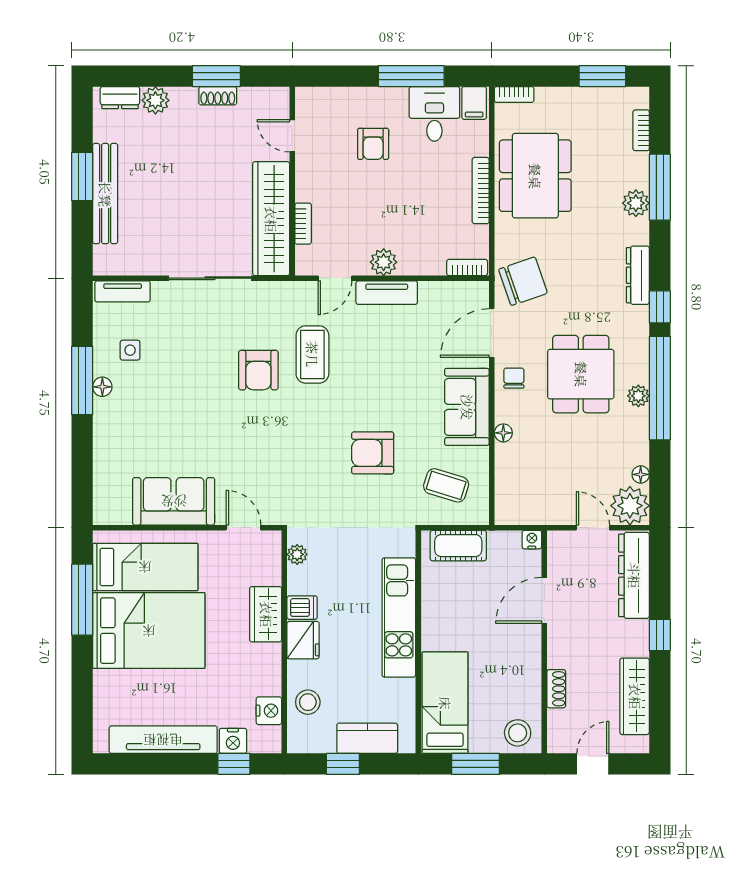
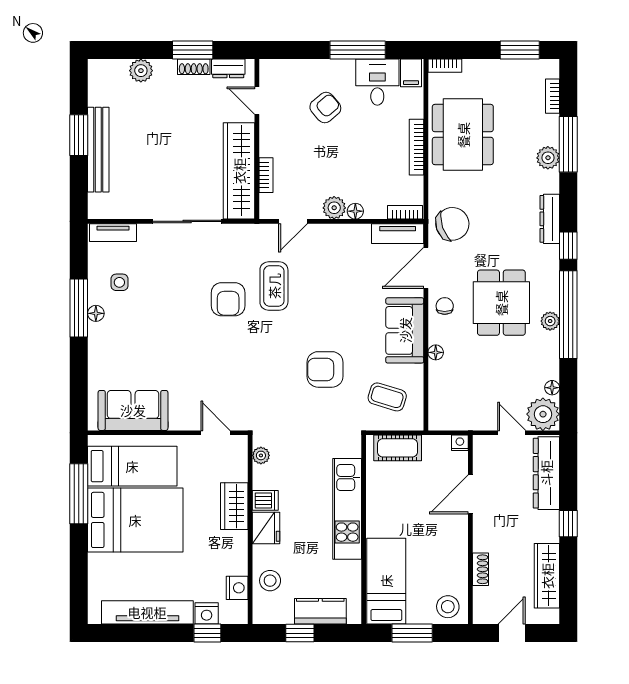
dresser: (120, 98) -> (228, 68), moved
armchair: (373, 144) -> (325, 108), turned -130
floor lamp: (409, 266) -> (355, 211), added
tv unit: (387, 293) -> (398, 234), moved
sofa: (174, 501) -> (133, 410), moved

